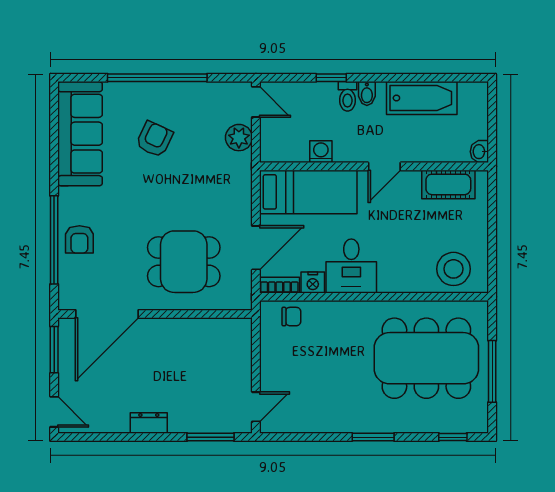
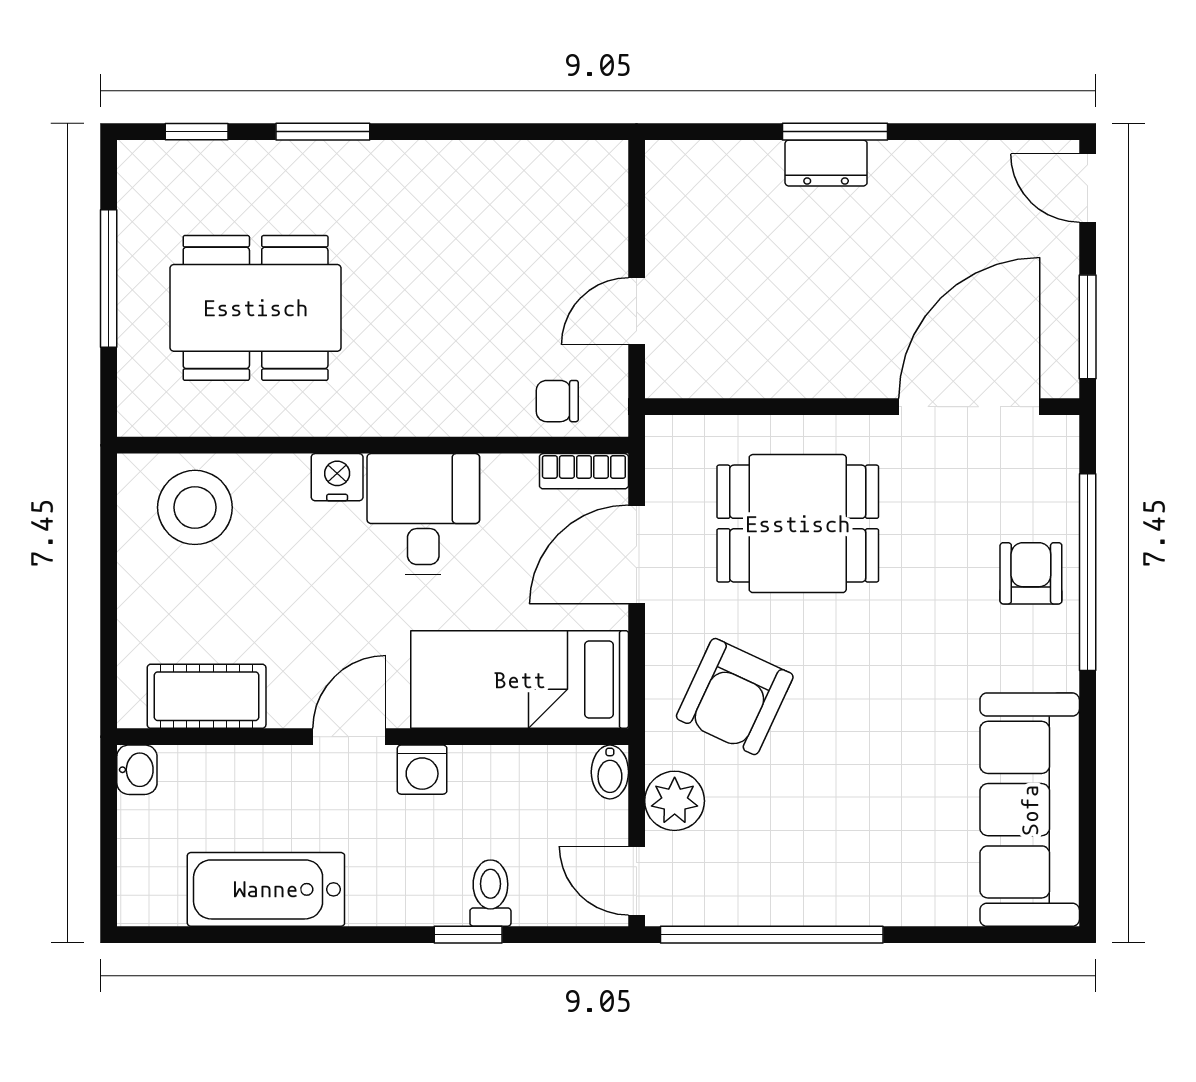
window: (157, 78) -> (772, 935), moved
bidet: (367, 94) -> (610, 772), moved, turned 180
toilet: (348, 96) -> (490, 893), moved
armchair: (154, 139) -> (735, 697), moved, width x1.38, depth x1.38
washing machine: (321, 152) -> (422, 770), moved
nightstand: (313, 282) -> (337, 477), moved
dining table: (426, 358) -> (256, 308), width x0.73, depth x0.80
door: (256, 407) -> (637, 311), moved
dresser: (149, 423) -> (826, 163), moved
window: (210, 437) -> (835, 132), moved
window: (373, 437) -> (323, 132), moved

